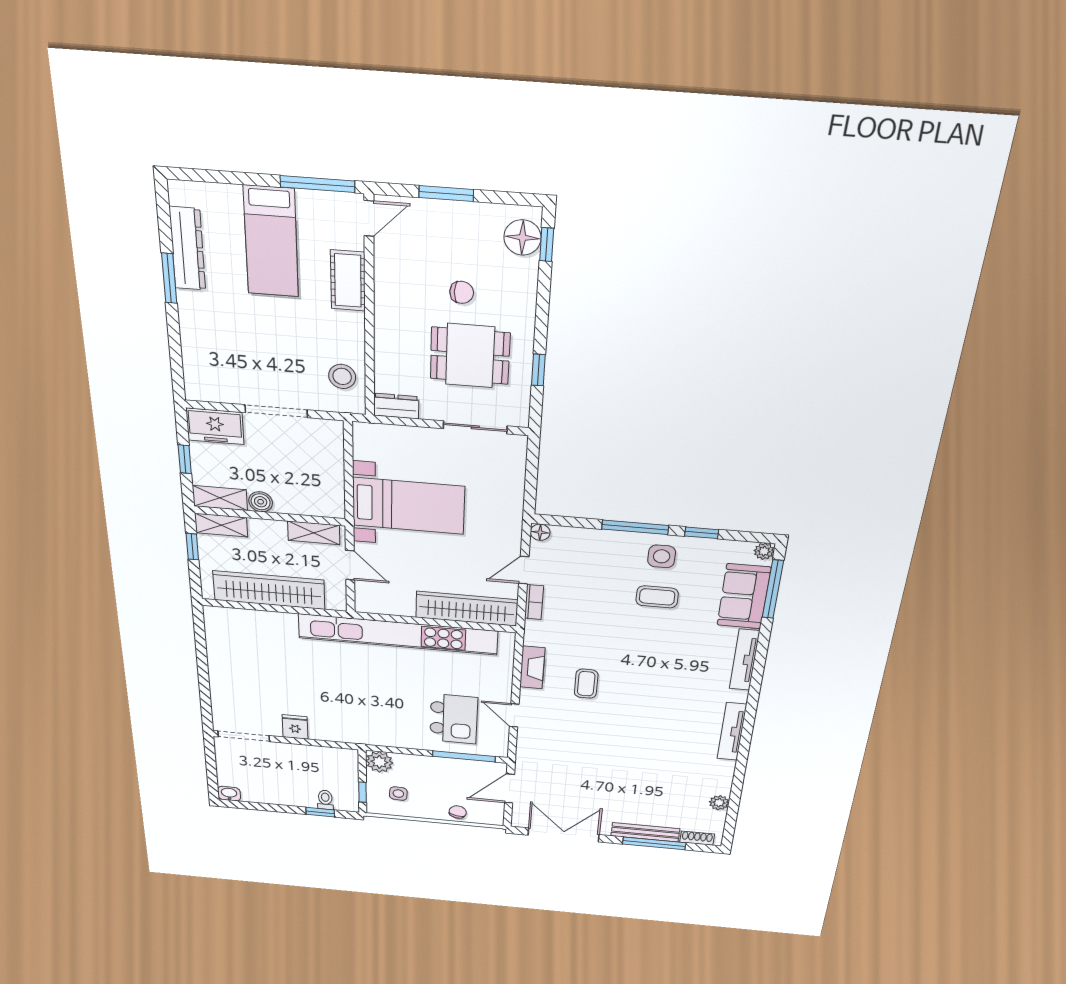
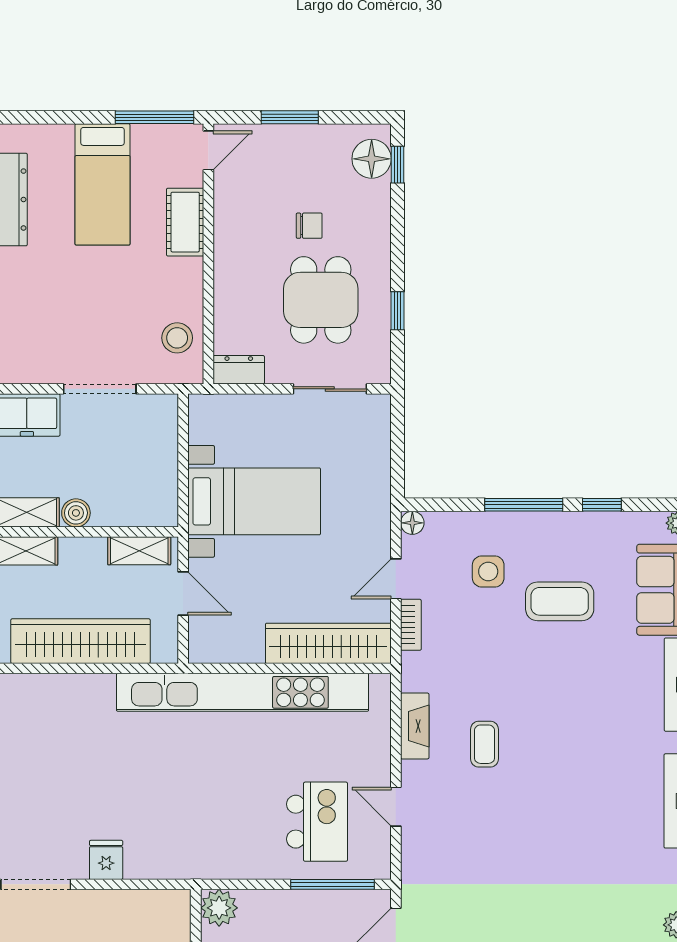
dining table: (470, 356) -> (321, 300), turned 90
side table: (662, 556) -> (488, 571), moved
coffee table: (657, 597) -> (560, 601), width x1.36, depth x1.30

